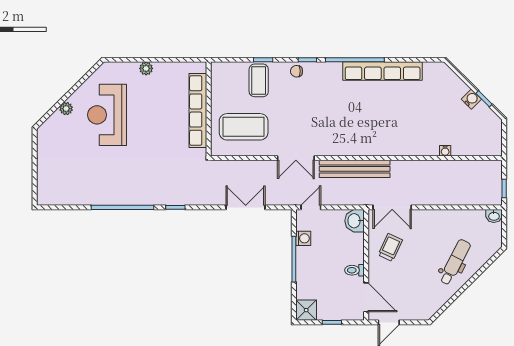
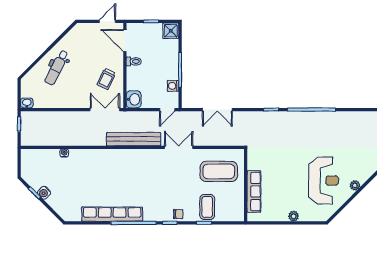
row of seats: (198, 110) -> (254, 192), width x0.73

